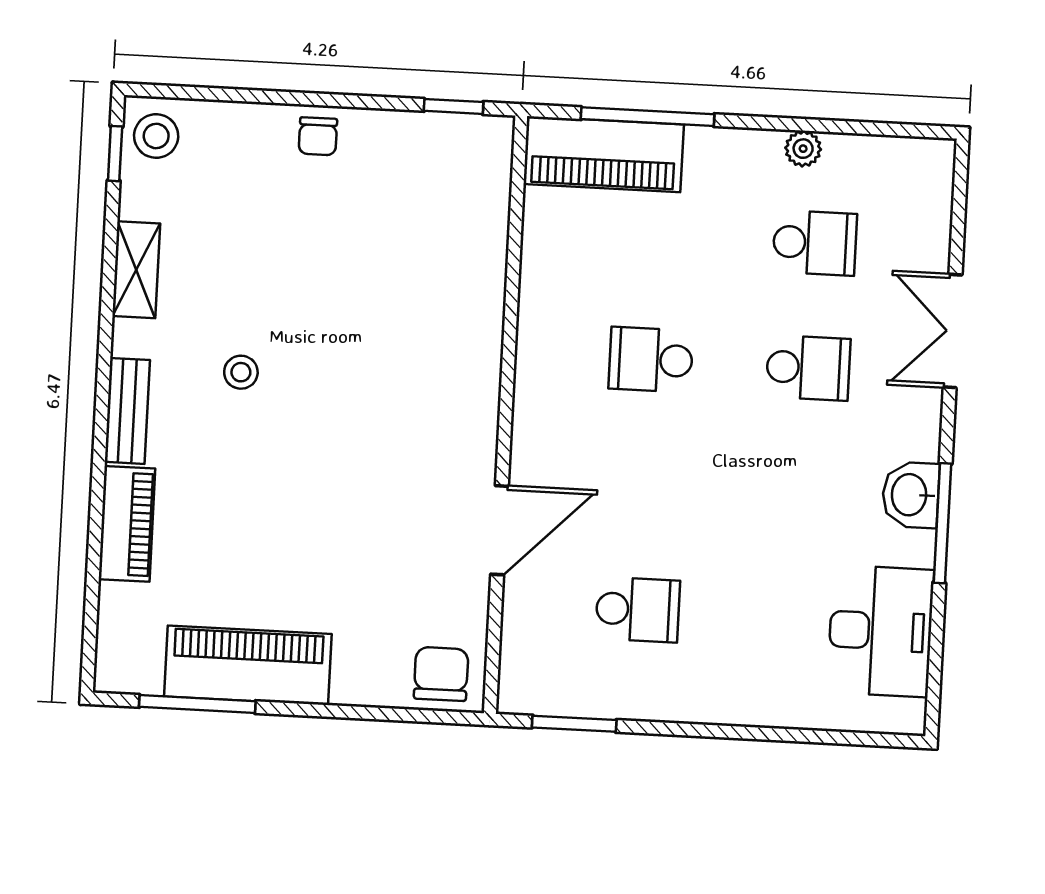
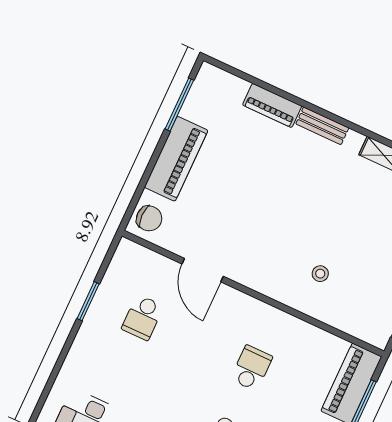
stool: (241, 372) -> (320, 274), moved
piano: (248, 665) -> (176, 159), moved
window: (574, 724) -> (88, 301), moved

